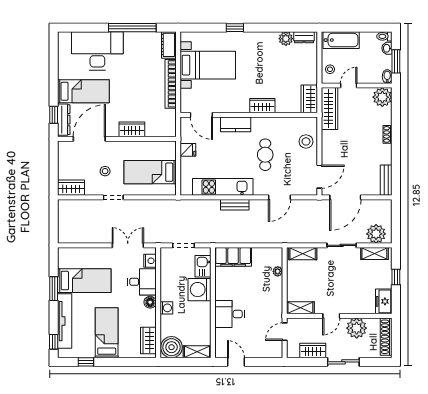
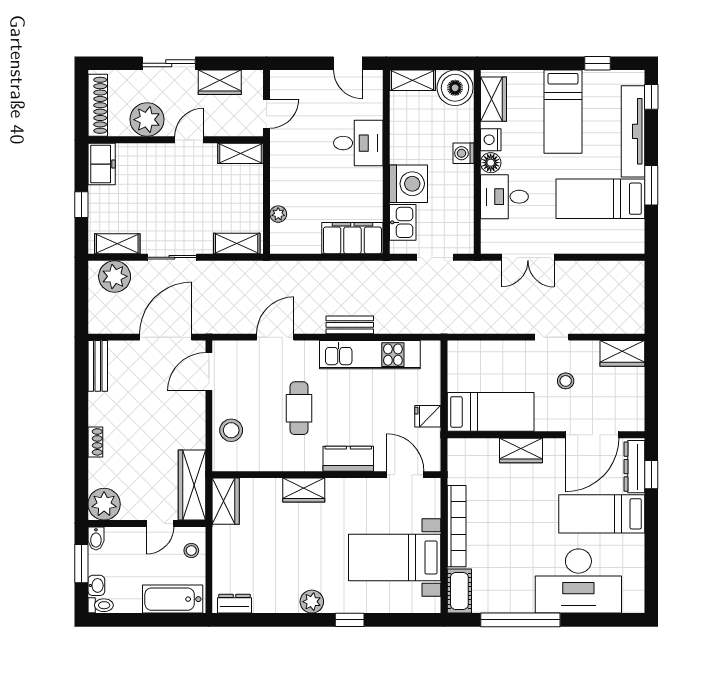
plant: (286, 39) -> (312, 602), moved
bed: (150, 172) -> (491, 412), moved
nightstand: (150, 261) -> (491, 140), moved

